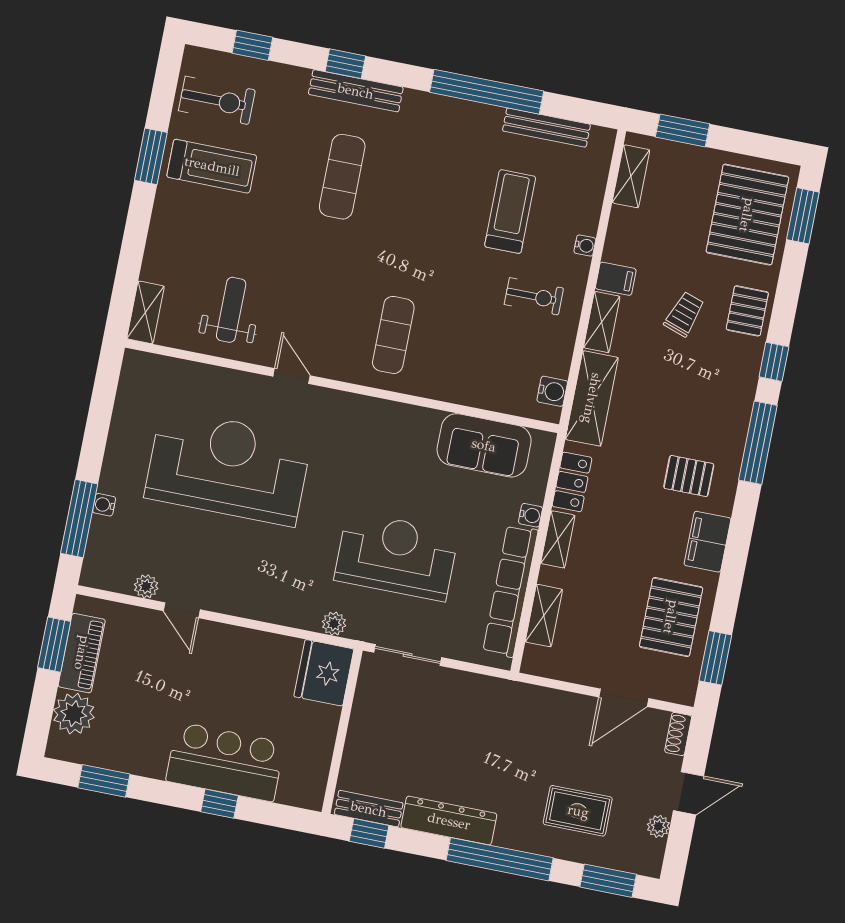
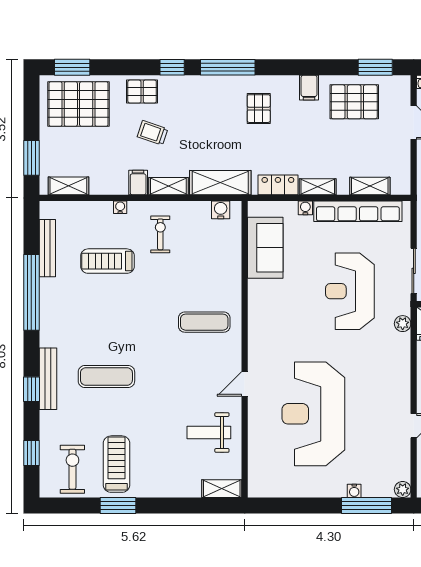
filing cabinet: (708, 542) -> (309, 88), width x0.50
plant: (146, 586) -> (403, 489), moved

